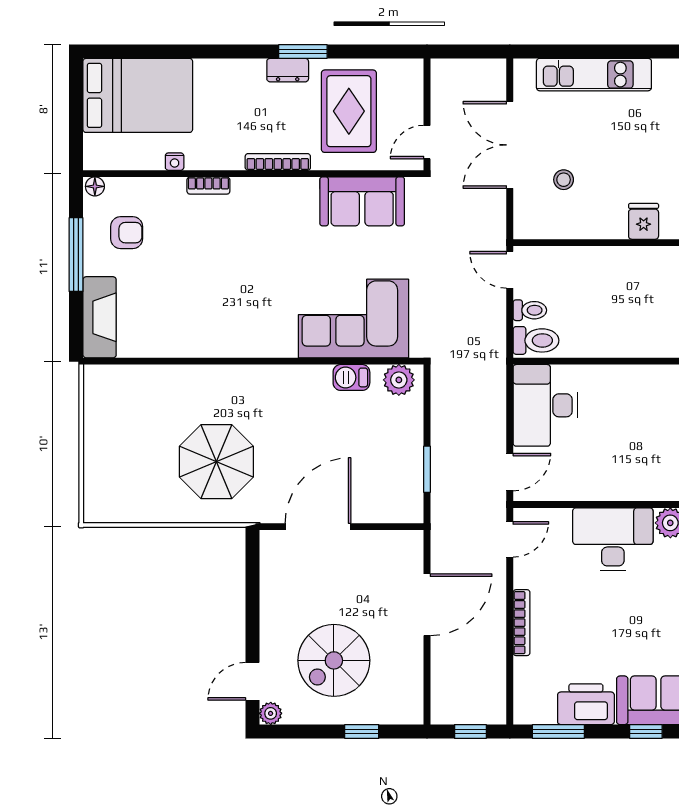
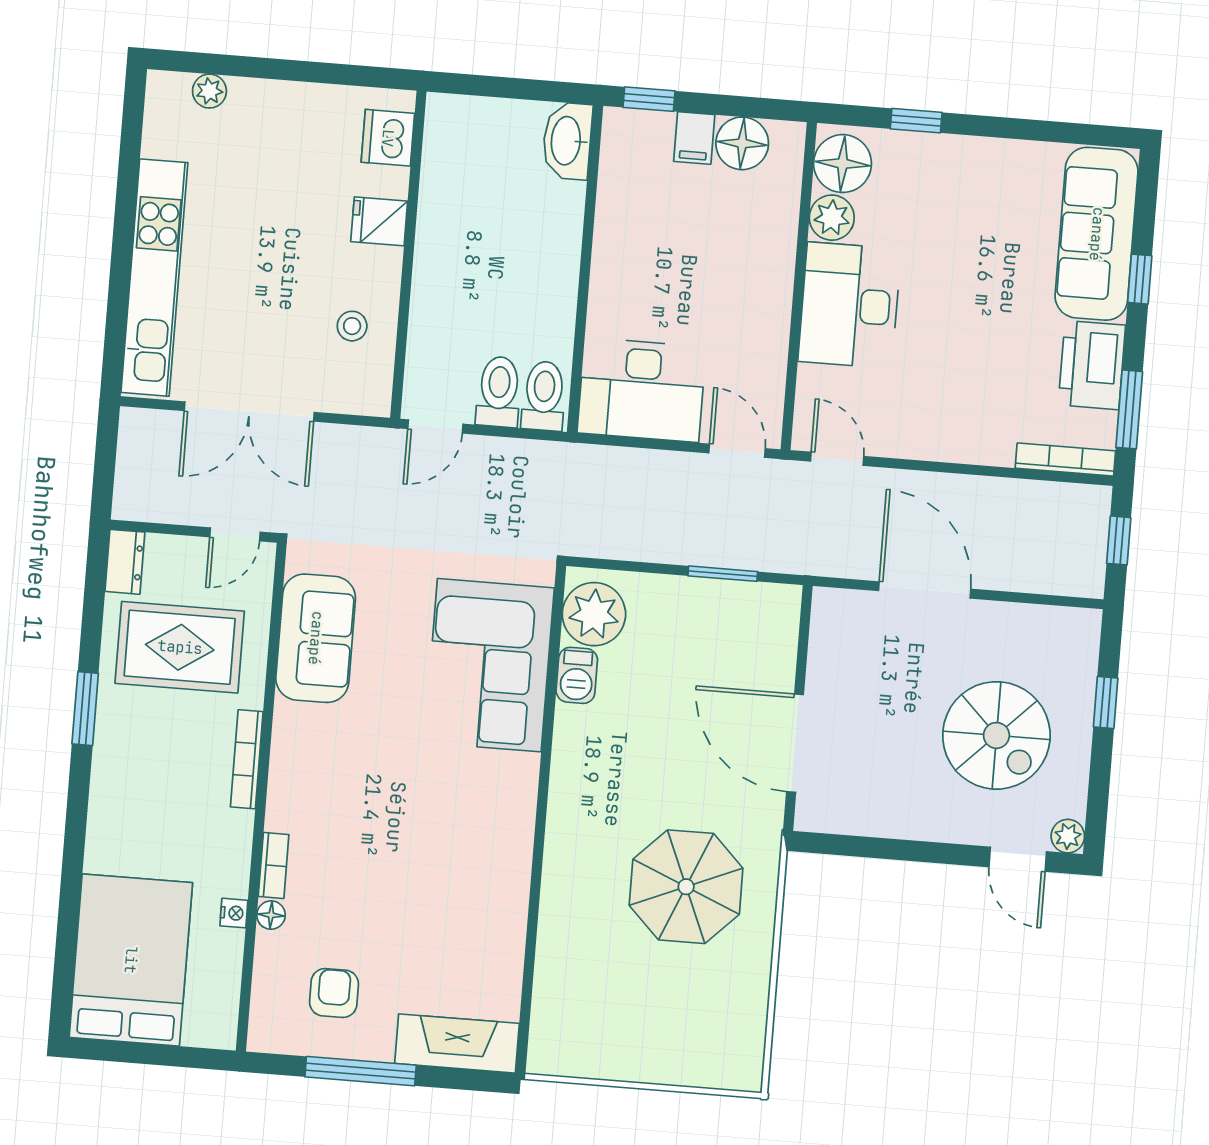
dresser: (288, 70) -> (125, 562), moved
kitchen unit: (594, 75) -> (154, 278), width x1.36
door: (427, 142) -> (235, 534), hinge flipped
stool: (564, 180) -> (352, 326), moved
floor lamp: (95, 186) -> (271, 915), moved
toilet: (530, 310) -> (499, 392), width x1.37, depth x1.39
plant: (399, 380) -> (594, 614), width x1.36, depth x1.36
bookcase: (522, 623) -> (1065, 460), moved

